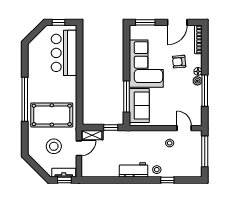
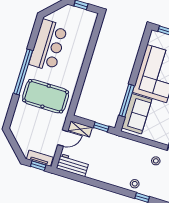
bar counter: (64, 53) -> (48, 45), moved, turned 180
stool: (54, 146) -> (38, 128), removed
workbench: (134, 170) -> (73, 165), moved

